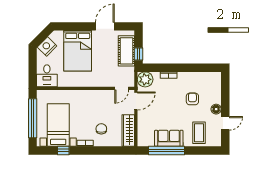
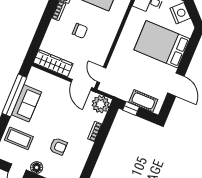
cot: (126, 51) -> (143, 101), width x0.73, depth x0.75
chair: (101, 129) -> (80, 31), moved

